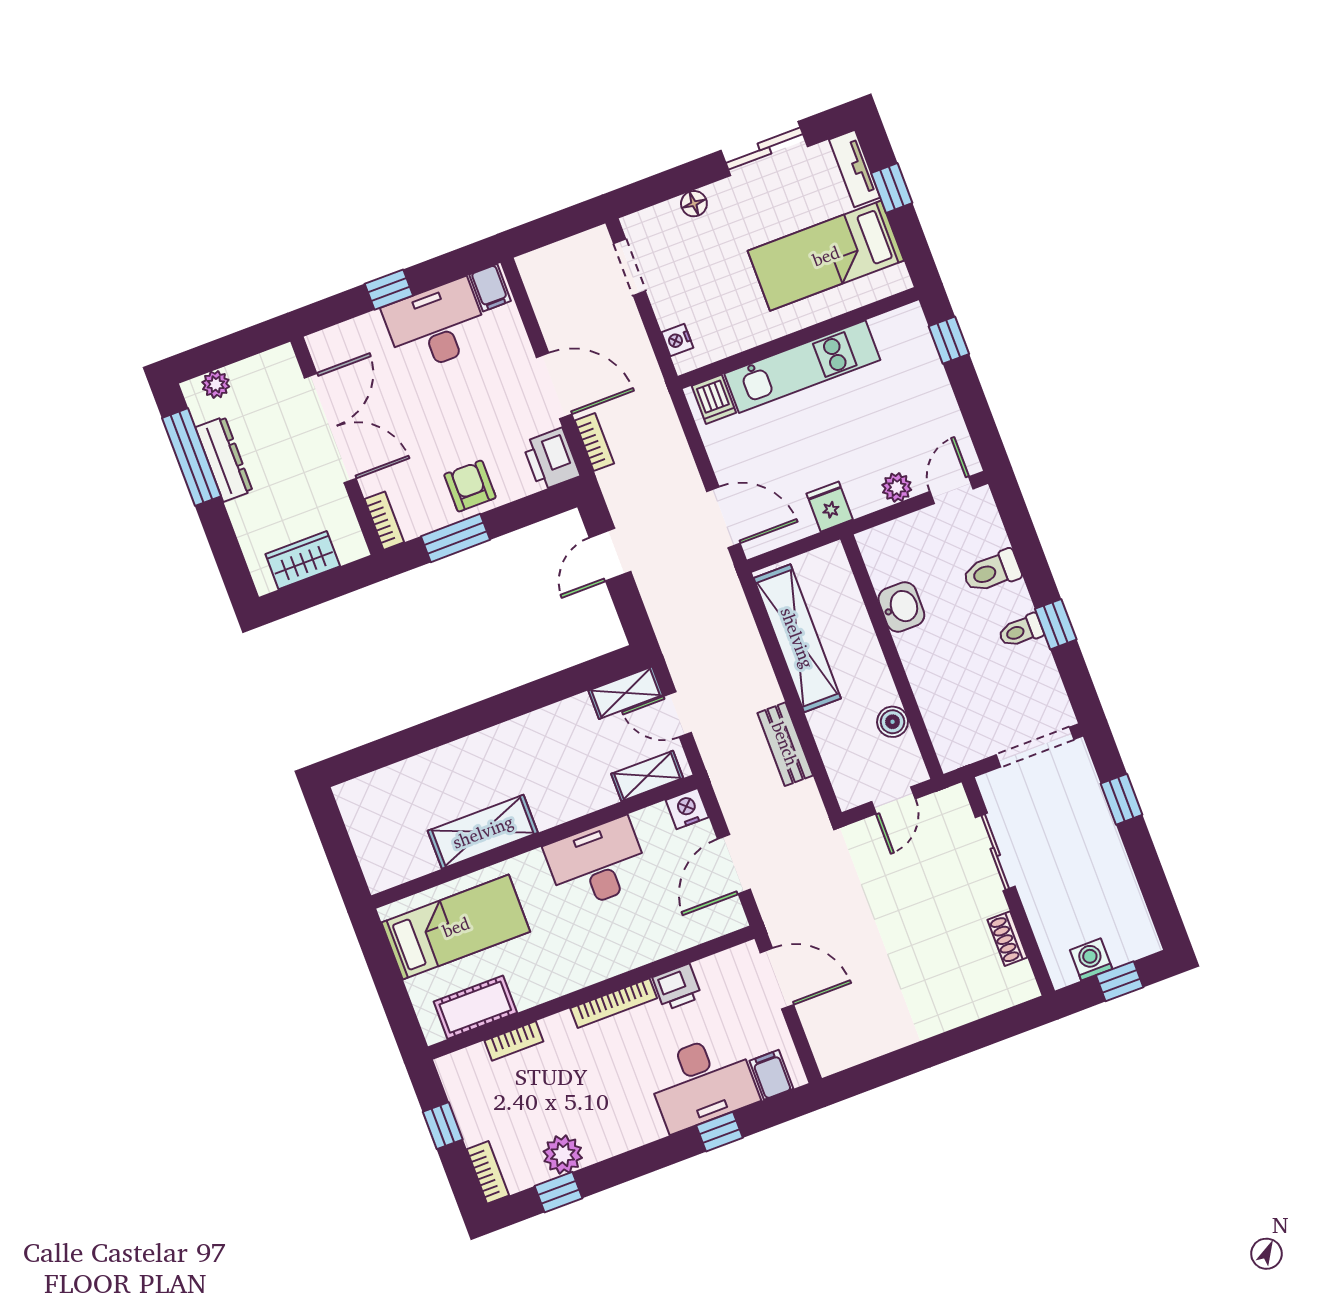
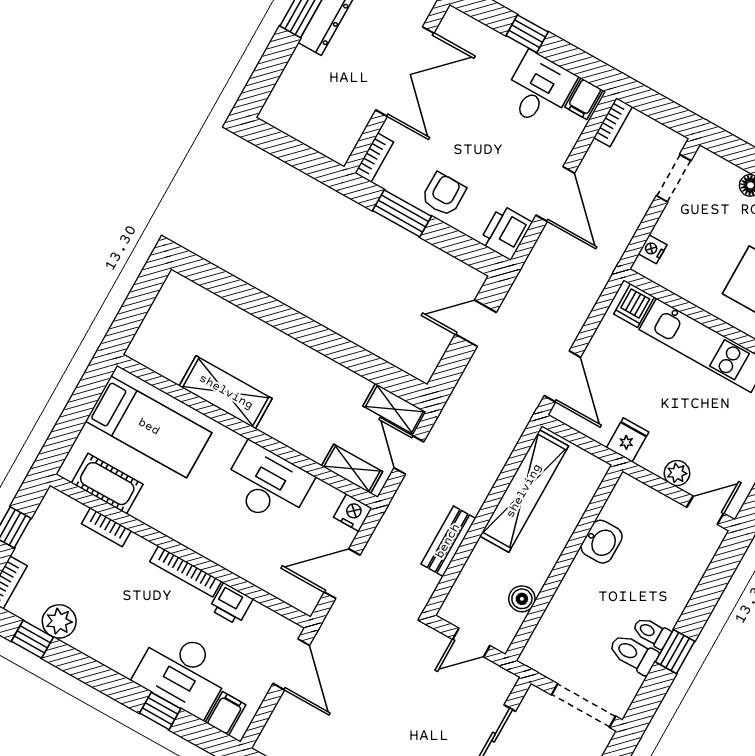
desk: (436, 326) -> (539, 90), width x0.73
bookcase: (594, 442) -> (613, 122), moved
wardrobe: (303, 560) -> (304, 126), removed
toilet: (992, 572) -> (633, 654), moved

